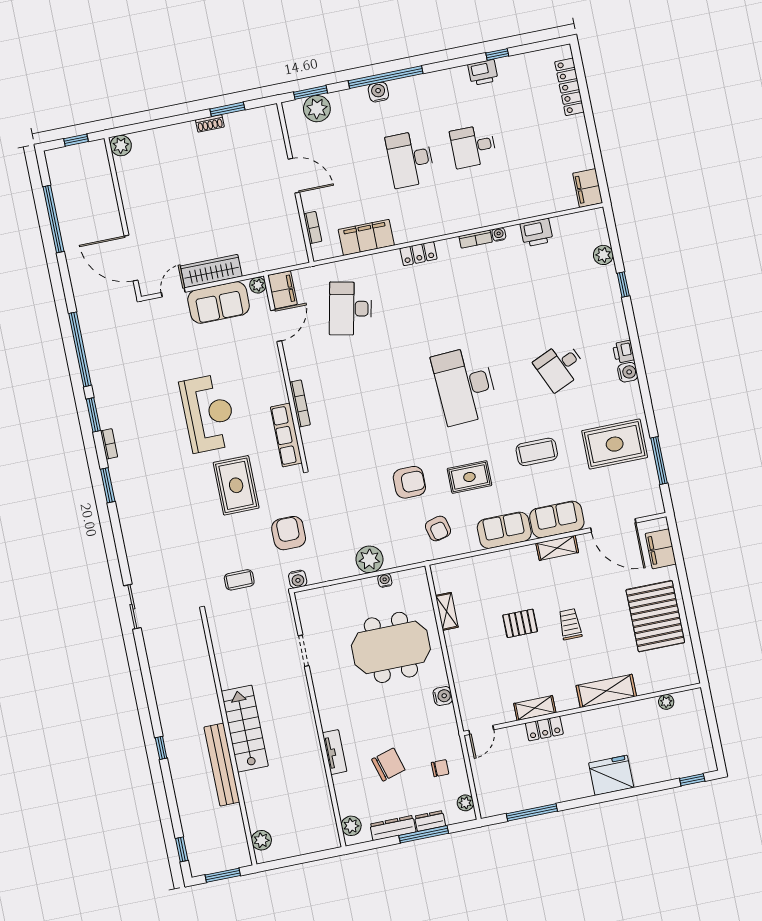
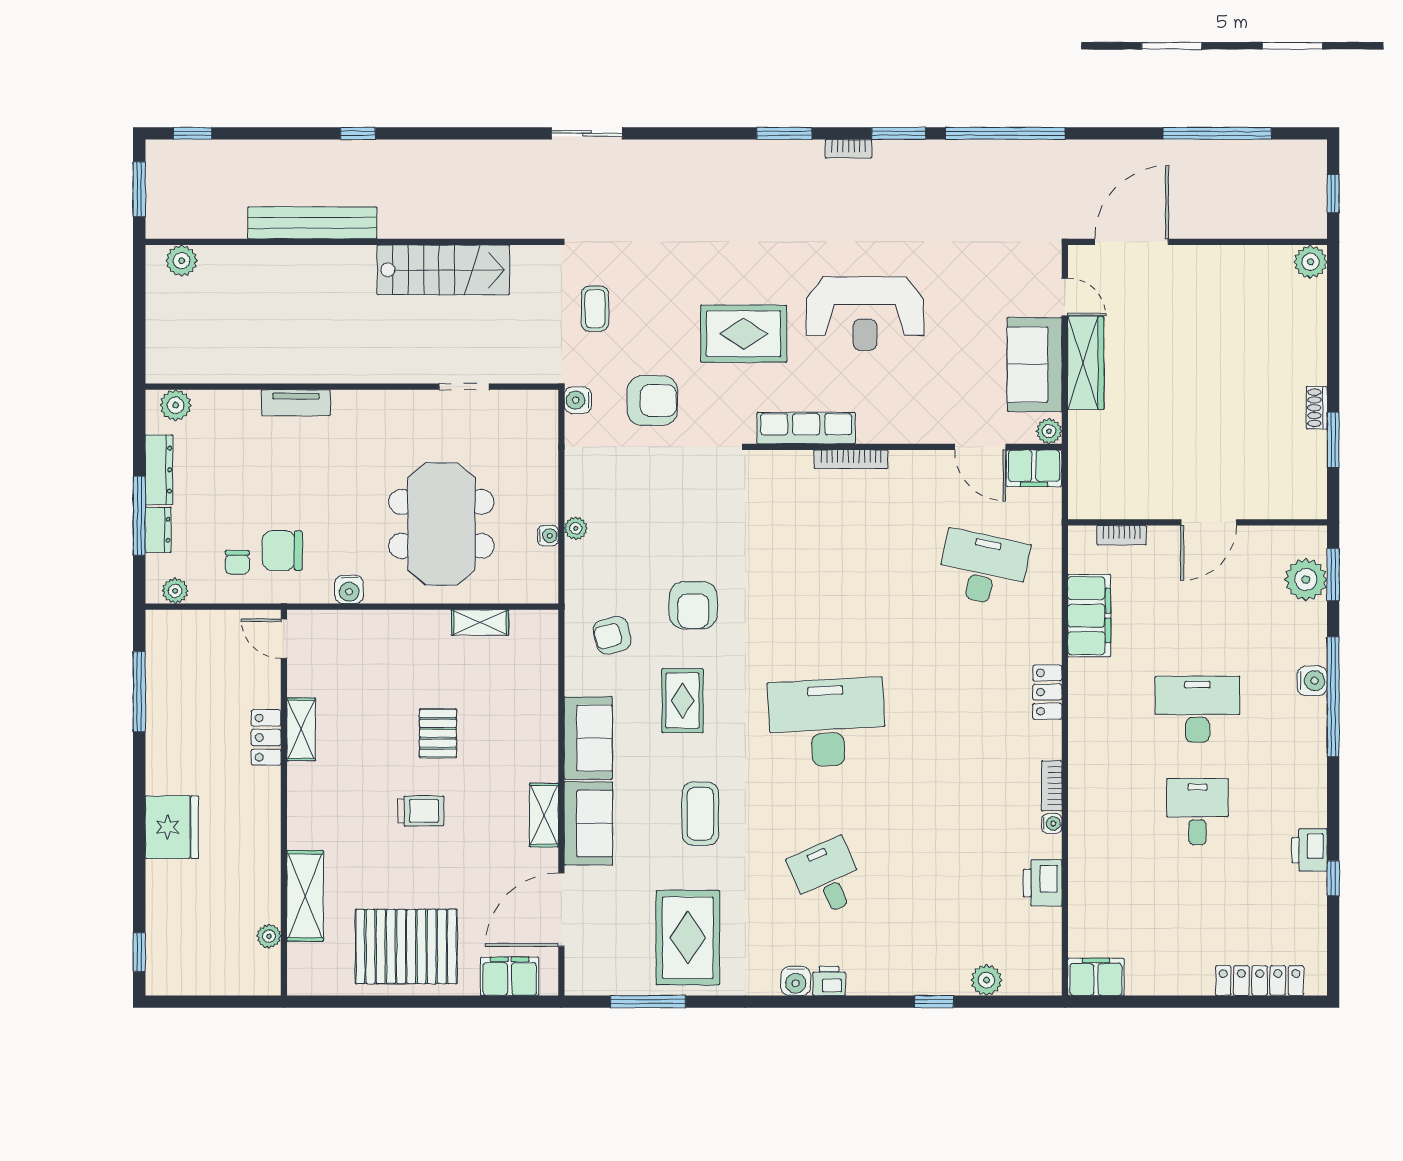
plant: (369, 559) -> (576, 528), width x0.53, depth x0.53
shelving: (606, 691) -> (305, 896), moved
stairs: (245, 729) -> (443, 270), moved
chair: (388, 765) -> (282, 551), moved, turned 106

